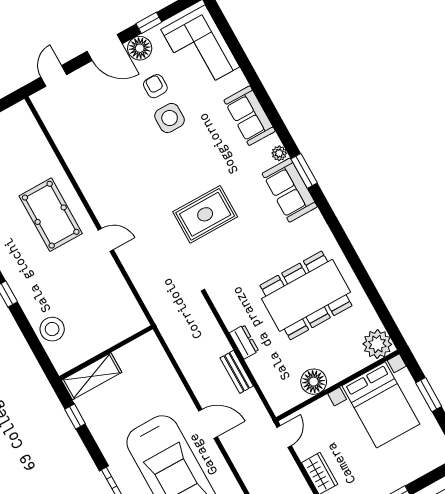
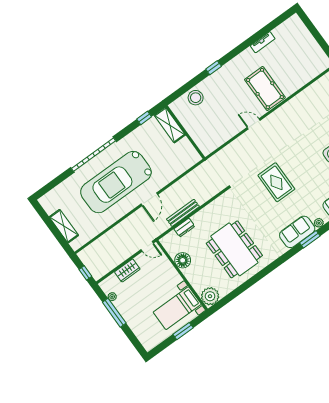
pool table: (51, 215) -> (265, 89), turned 90
door: (106, 240) -> (254, 124), swing flipped
dresser: (244, 342) -> (184, 228), moved
bench: (237, 372) -> (183, 213), width x1.36
bed with nightstands: (381, 405) -> (177, 308), width x0.73

